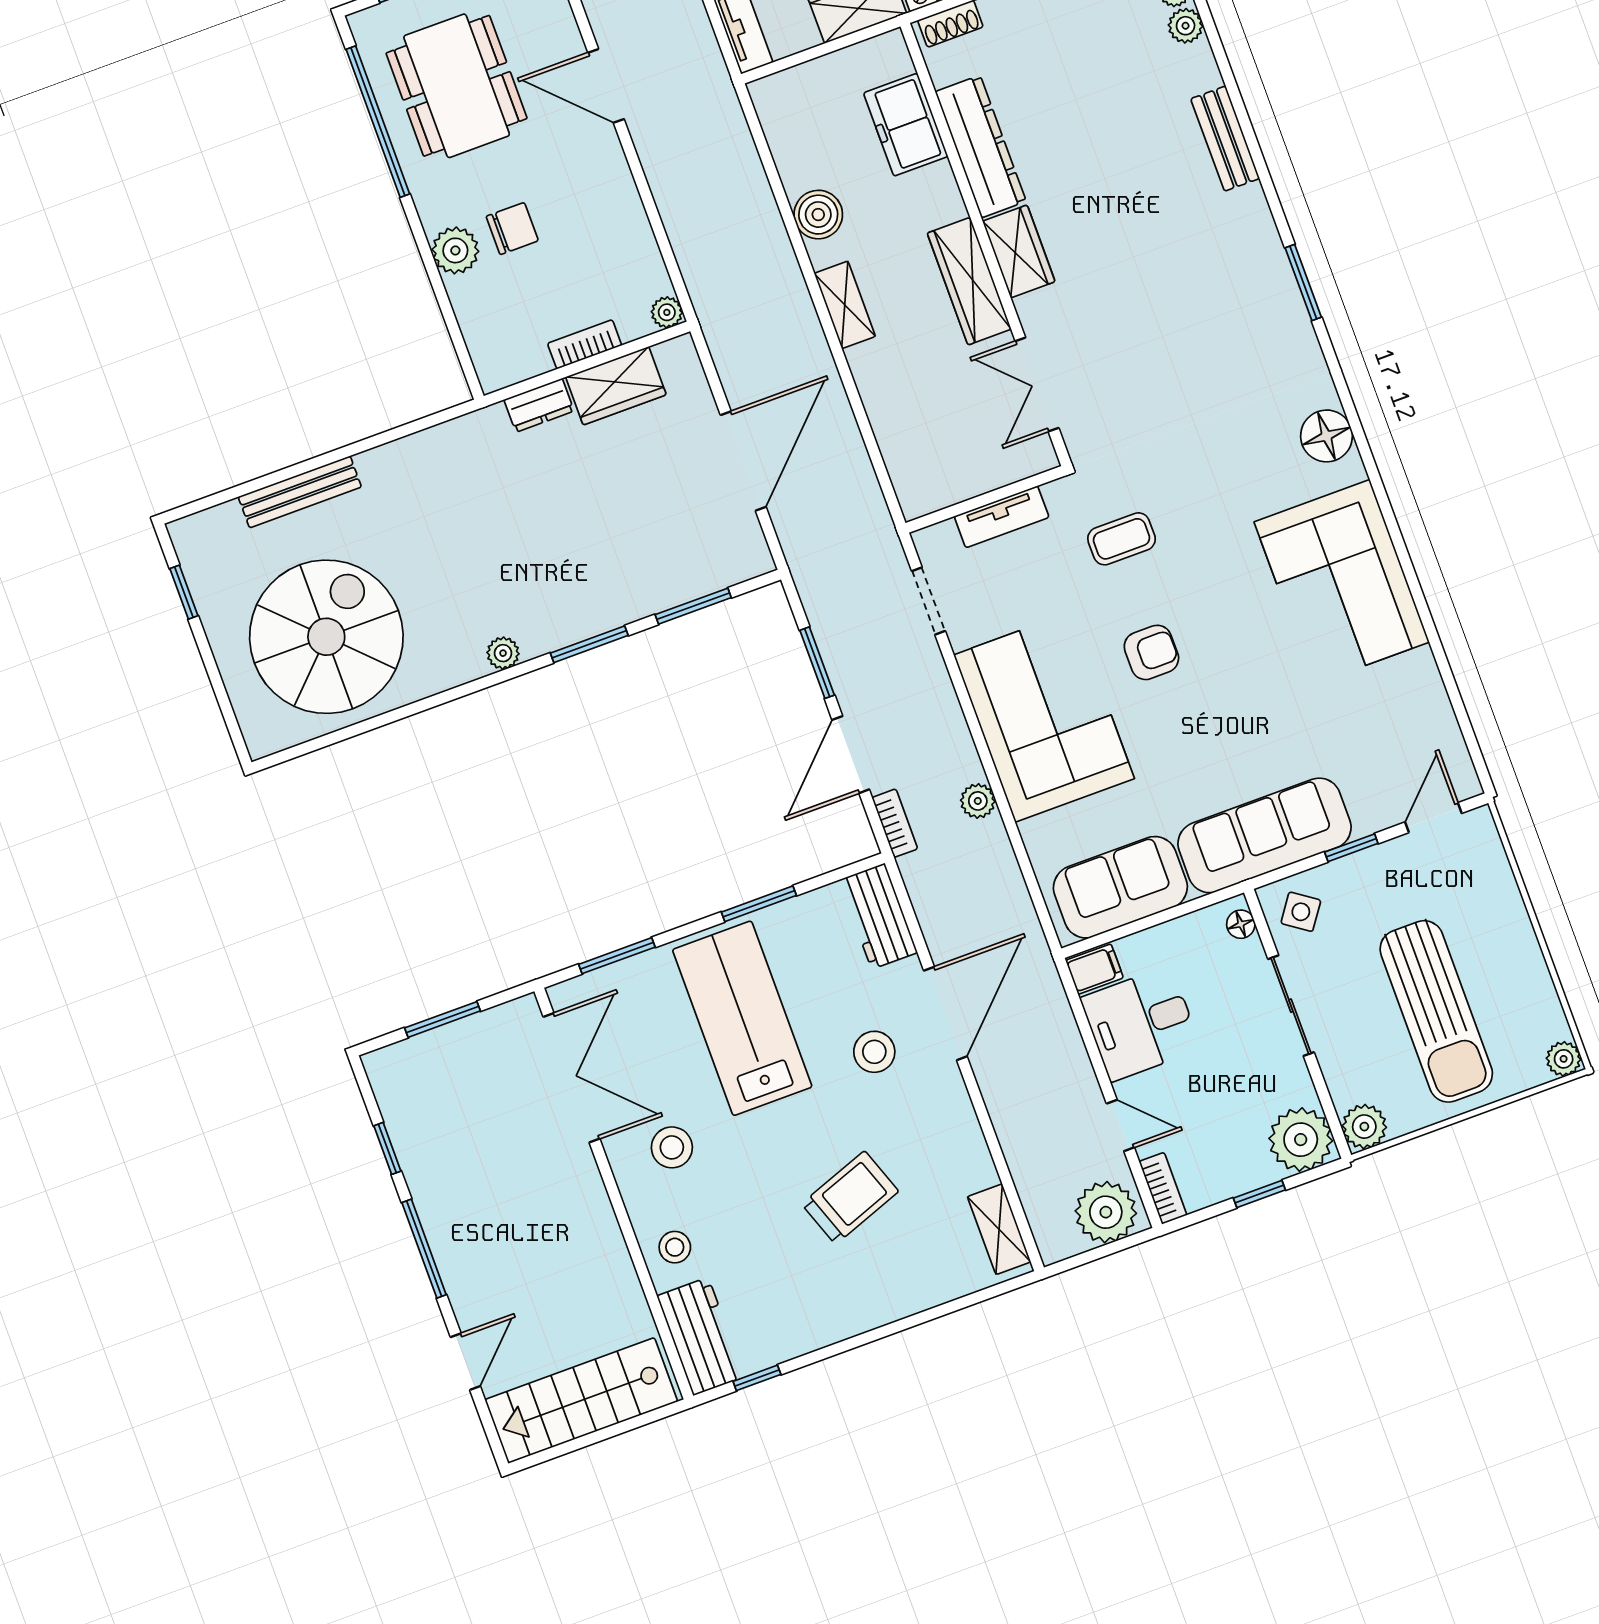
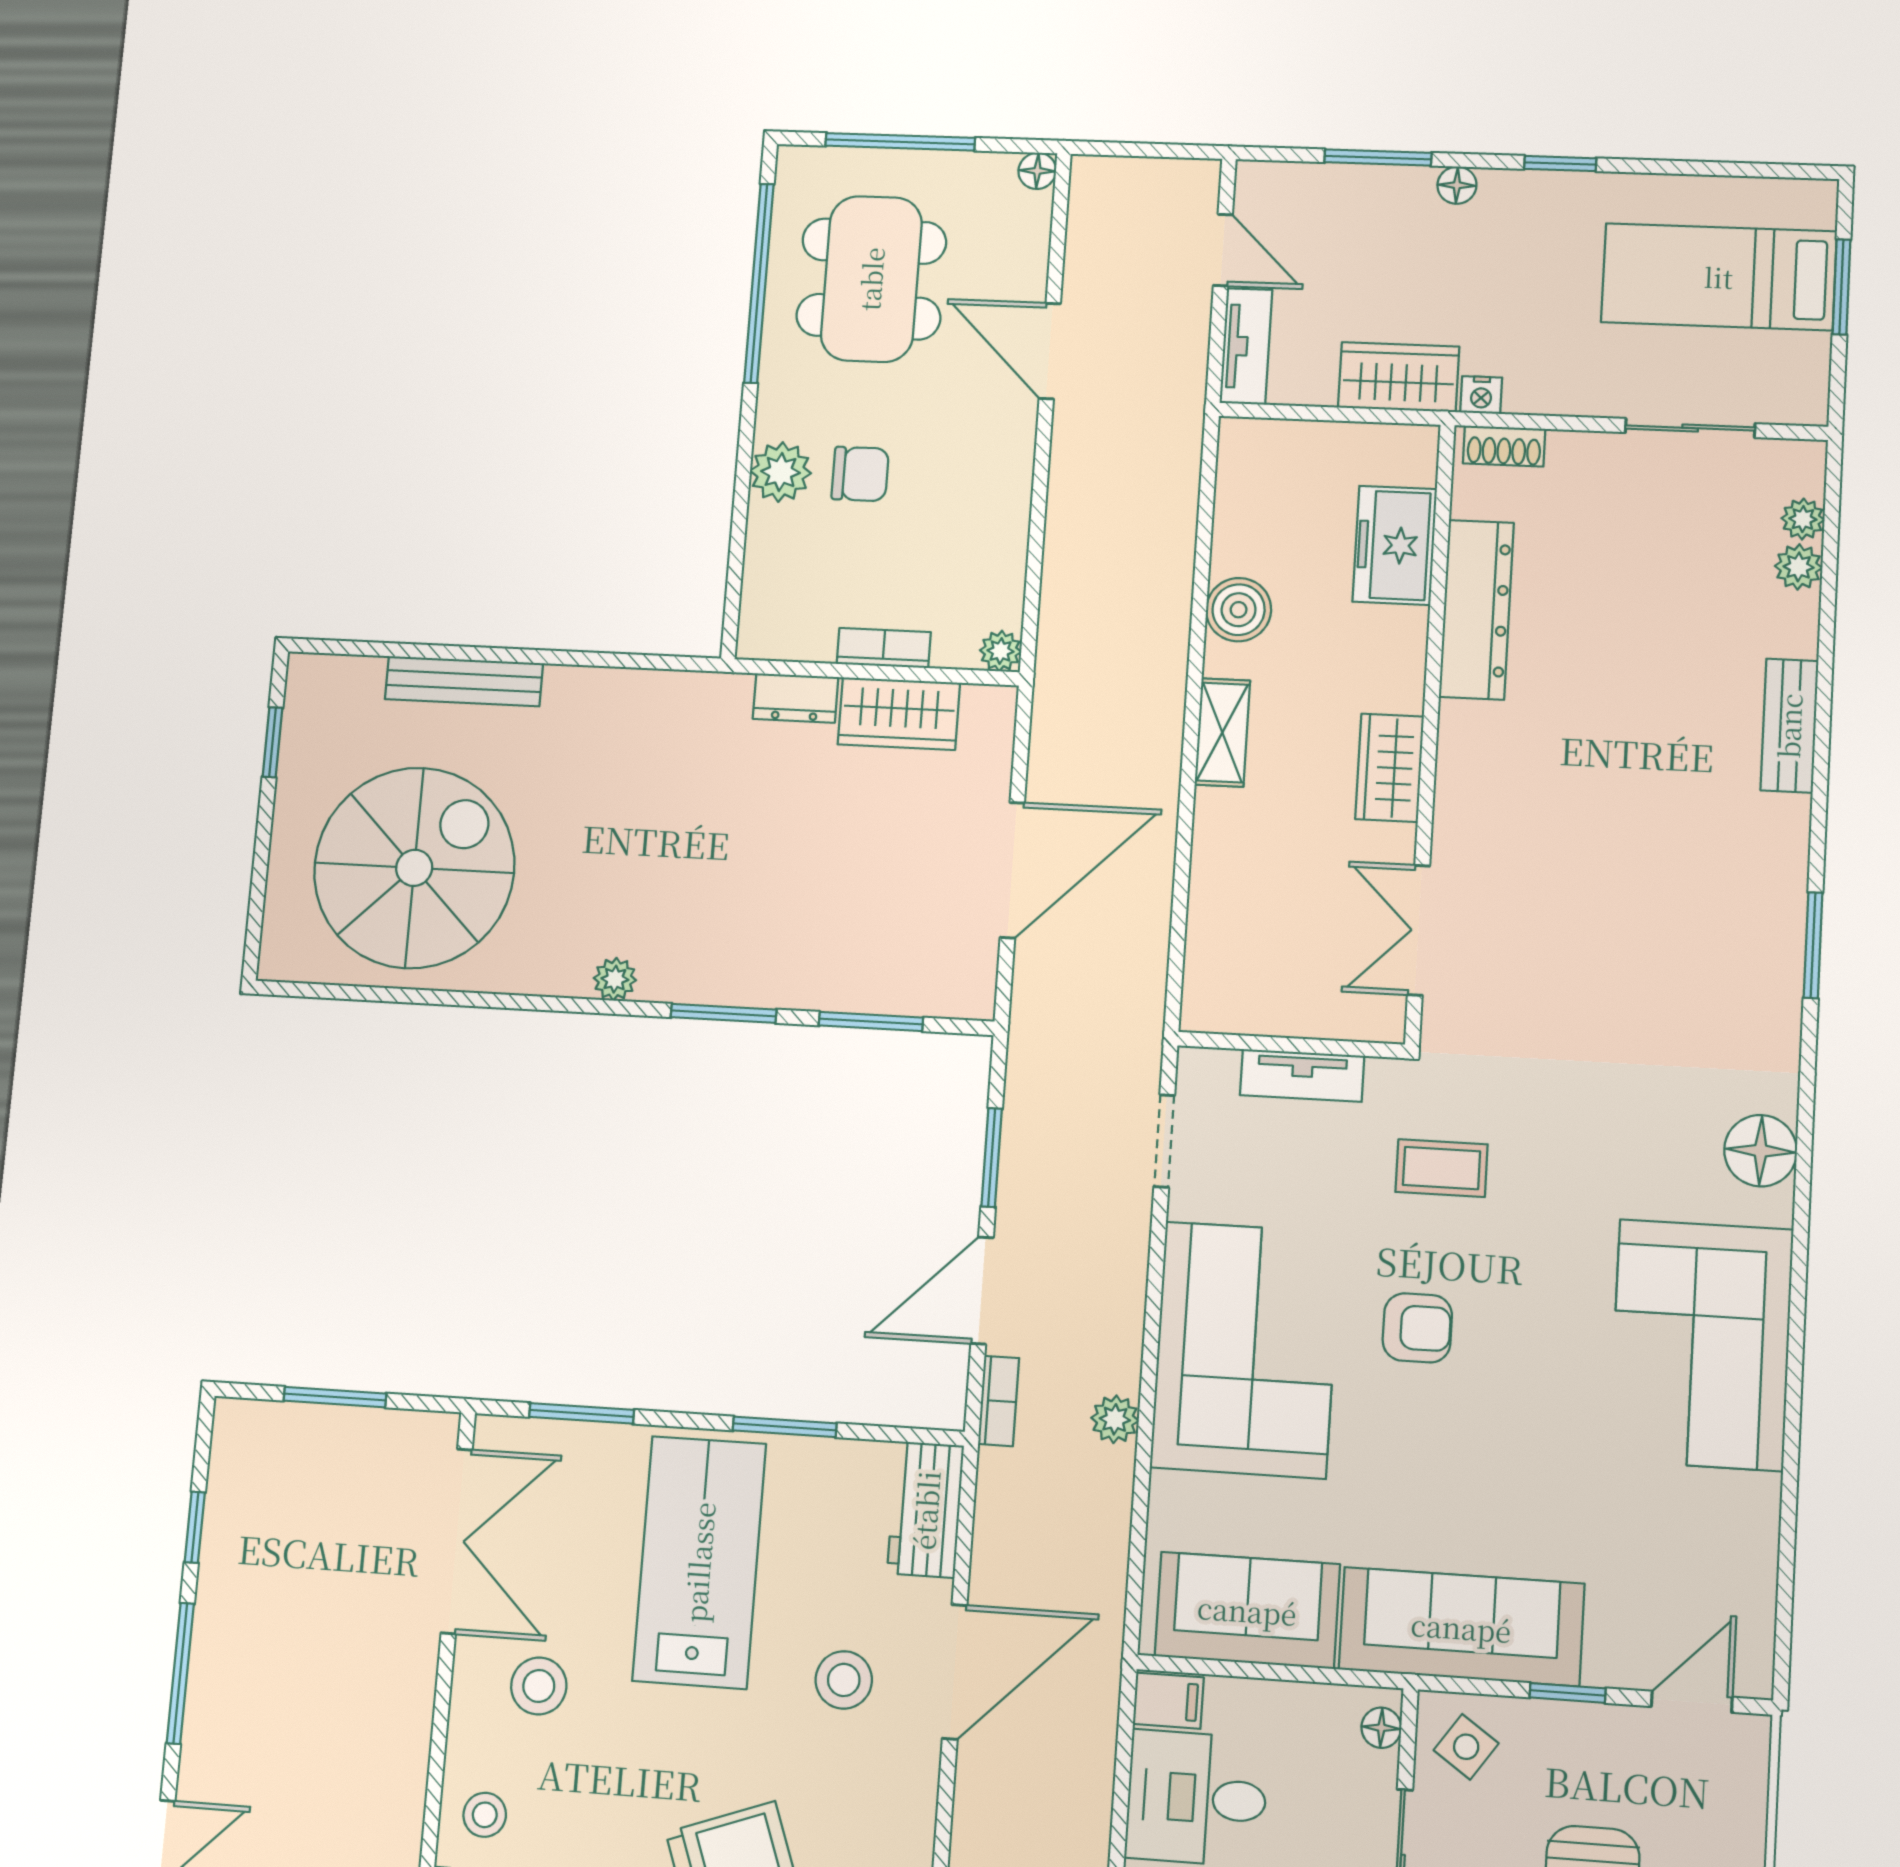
wardrobe: (1019, 251) -> (1468, 757), removed
wardrobe: (969, 281) -> (1390, 768), width x0.67

